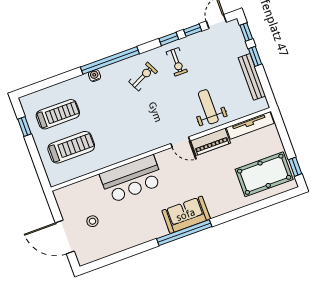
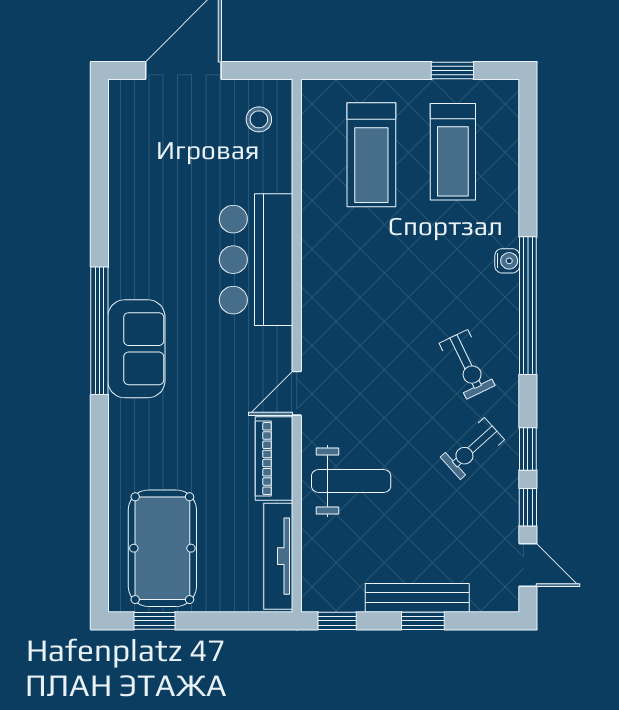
window: (246, 32) -> (337, 621), moved
exercise bike: (177, 62) -> (472, 448), turned -42
bench: (252, 77) -> (417, 598), moved
stool: (92, 221) -> (259, 119), moved

